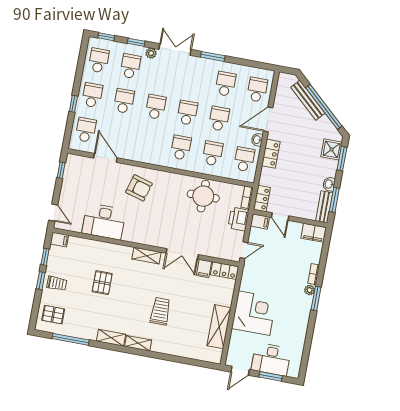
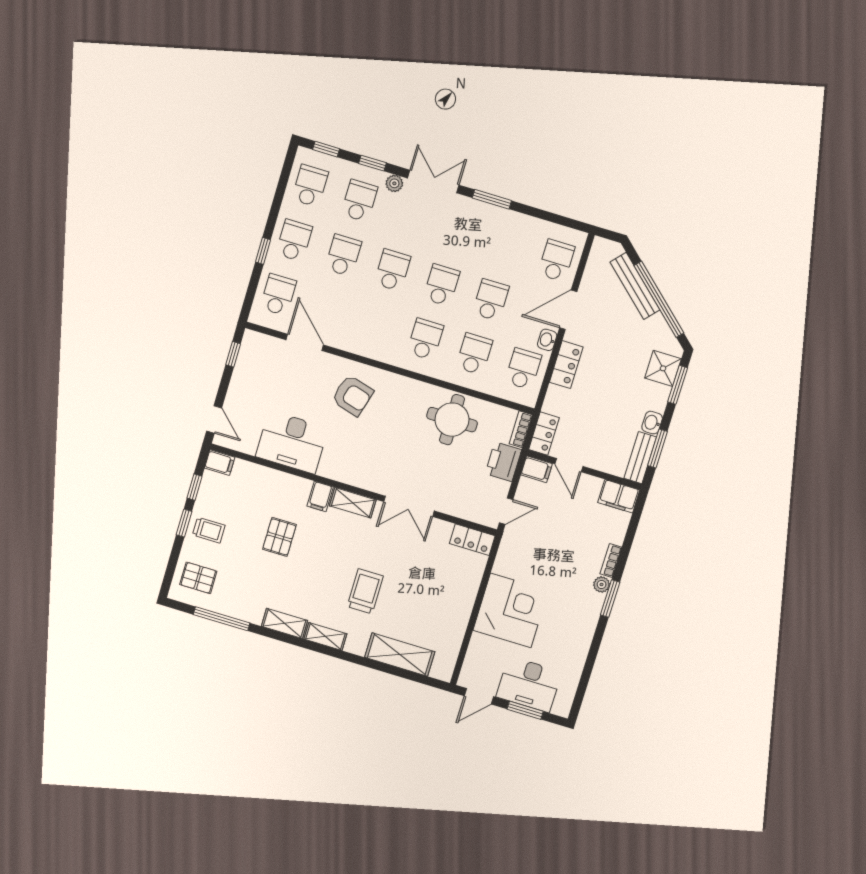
school desk: (225, 84) -> (507, 245), removed
filing cabinet: (204, 269) -> (320, 497), moved
shelving: (219, 327) -> (400, 654), moved, turned 90

